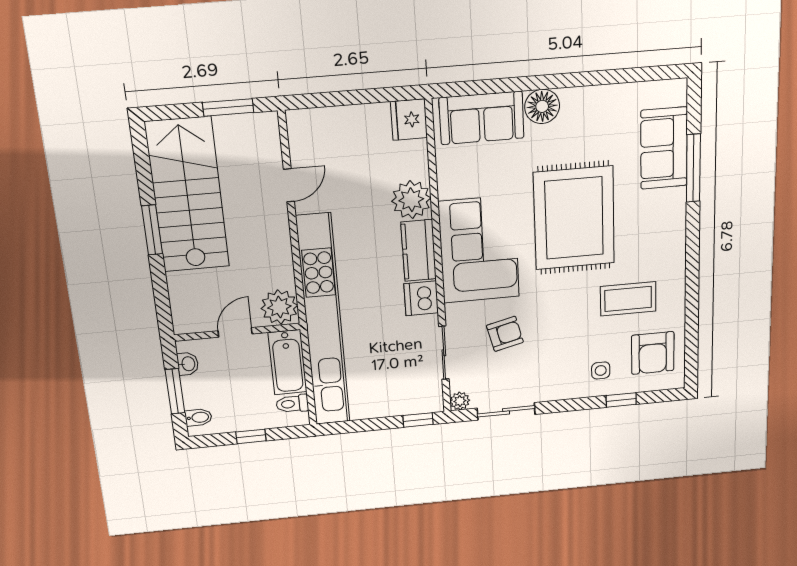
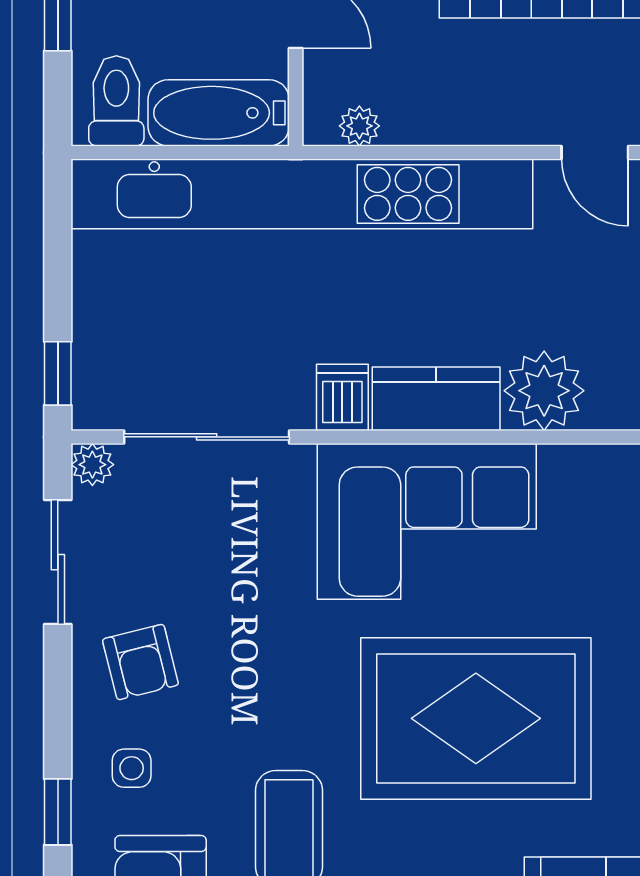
dishwasher: (421, 298) -> (342, 397), width x0.73
plant: (279, 307) -> (359, 126), width x0.53, depth x0.53
armchair: (505, 334) -> (140, 662), moved
sliding door: (444, 353) -> (207, 437), width x1.37
toilet: (292, 404) -> (116, 101), width x1.37, depth x1.39

